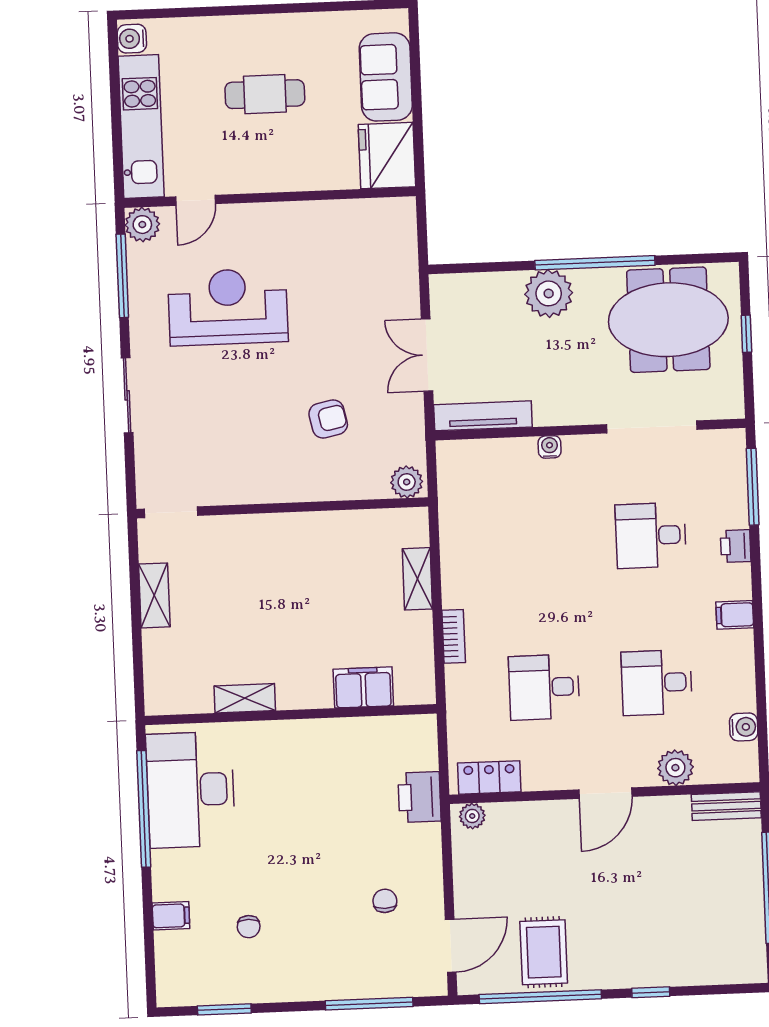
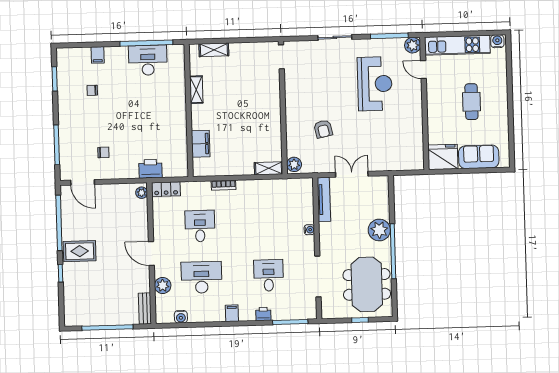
shelving: (417, 579) -> (269, 168), moved
shelving: (154, 595) -> (214, 50), moved
desk: (657, 683) -> (201, 277), width x1.37
locker: (489, 777) -> (166, 189), moved, turned 90
desk: (191, 790) -> (148, 60), width x0.73, depth x0.77
rug: (544, 952) -> (80, 251), moved

